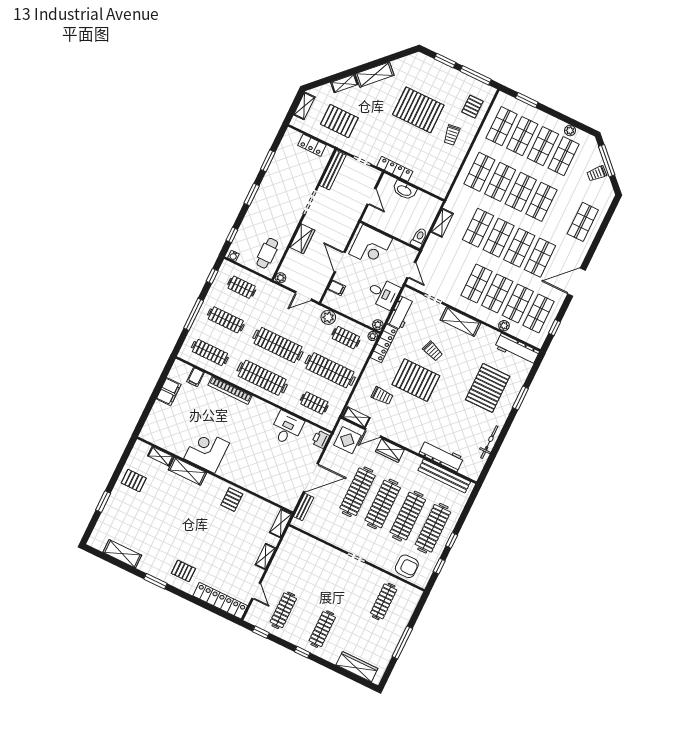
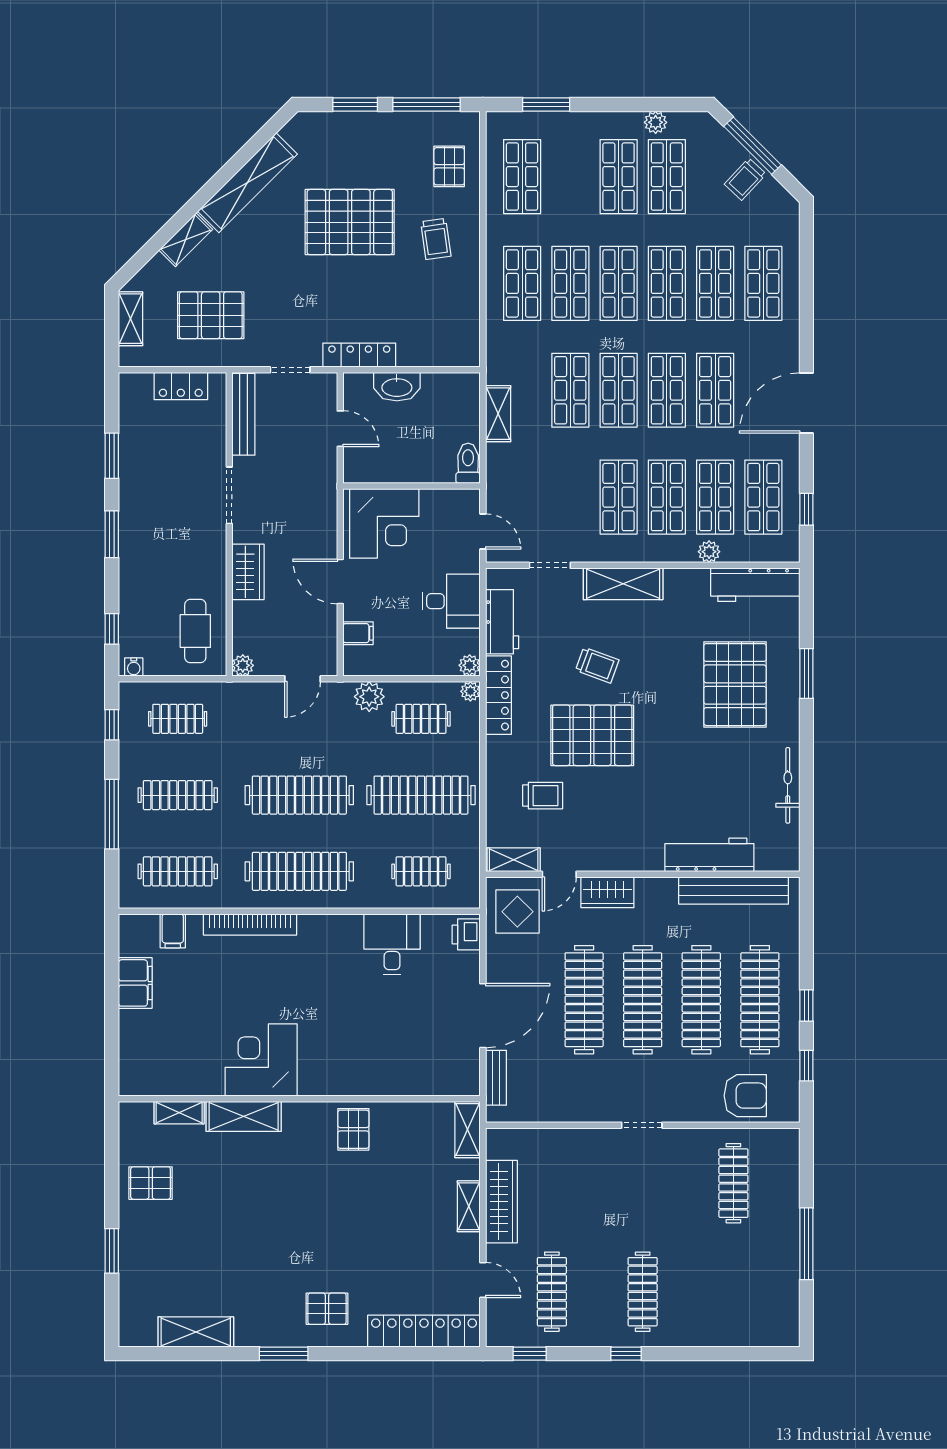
shelving: (375, 75) -> (247, 183), width x1.47
shop shelf: (522, 136) -> (715, 283), moved
wardrobe: (357, 667) -> (501, 1202), moved, turned 90

